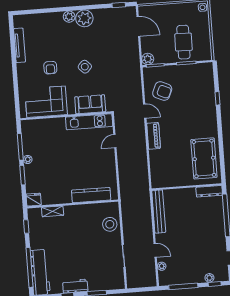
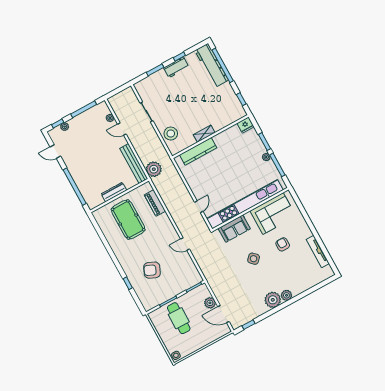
plant: (148, 59) -> (210, 303), moved
armchair: (162, 91) -> (152, 270), moved
kitchen unit: (89, 122) -> (245, 204), width x1.86
piano: (154, 136) -> (155, 203), moved
pool table: (204, 158) -> (128, 220), moved
dresser: (209, 191) -> (114, 192), moved
plant: (142, 197) -> (154, 169), added
shelving: (53, 211) -> (204, 134), moved

